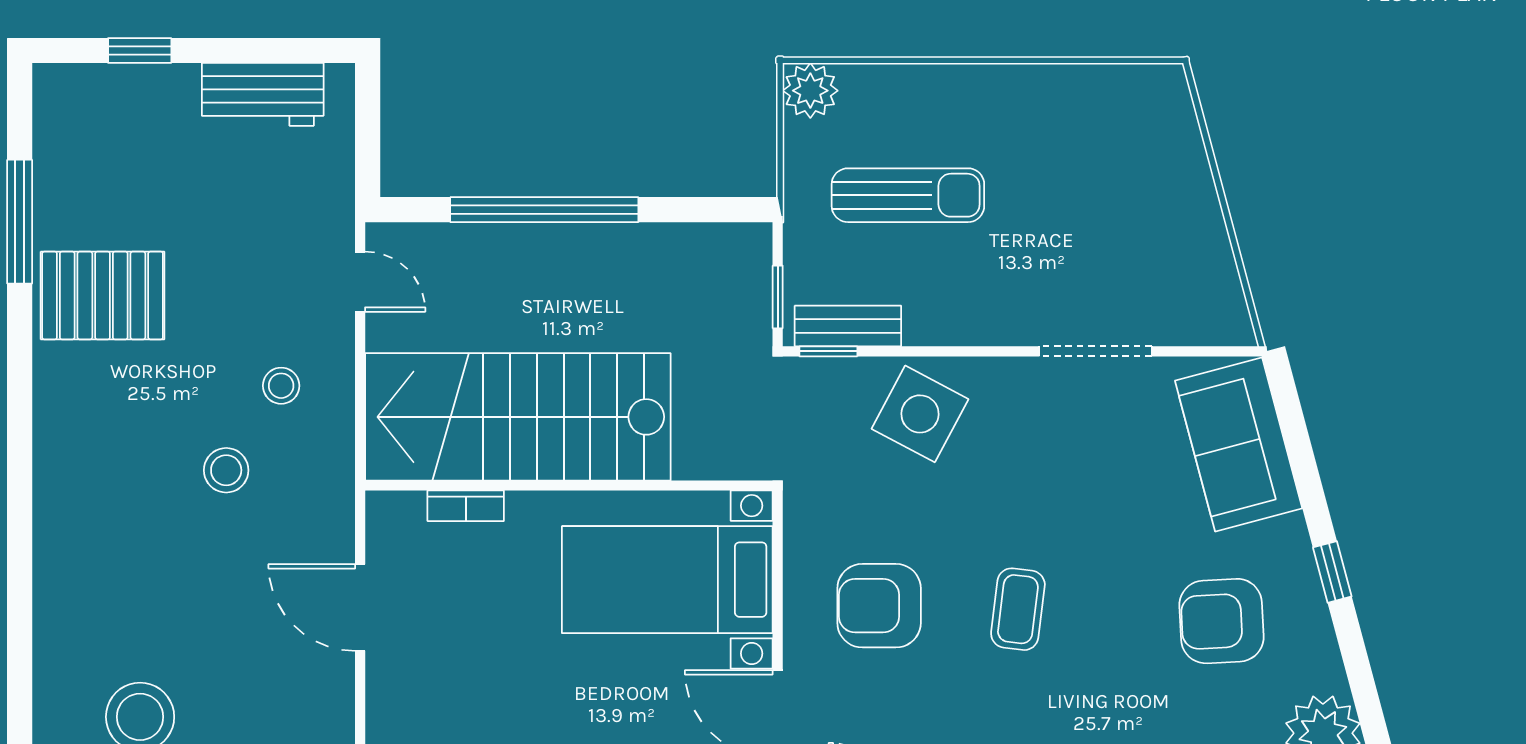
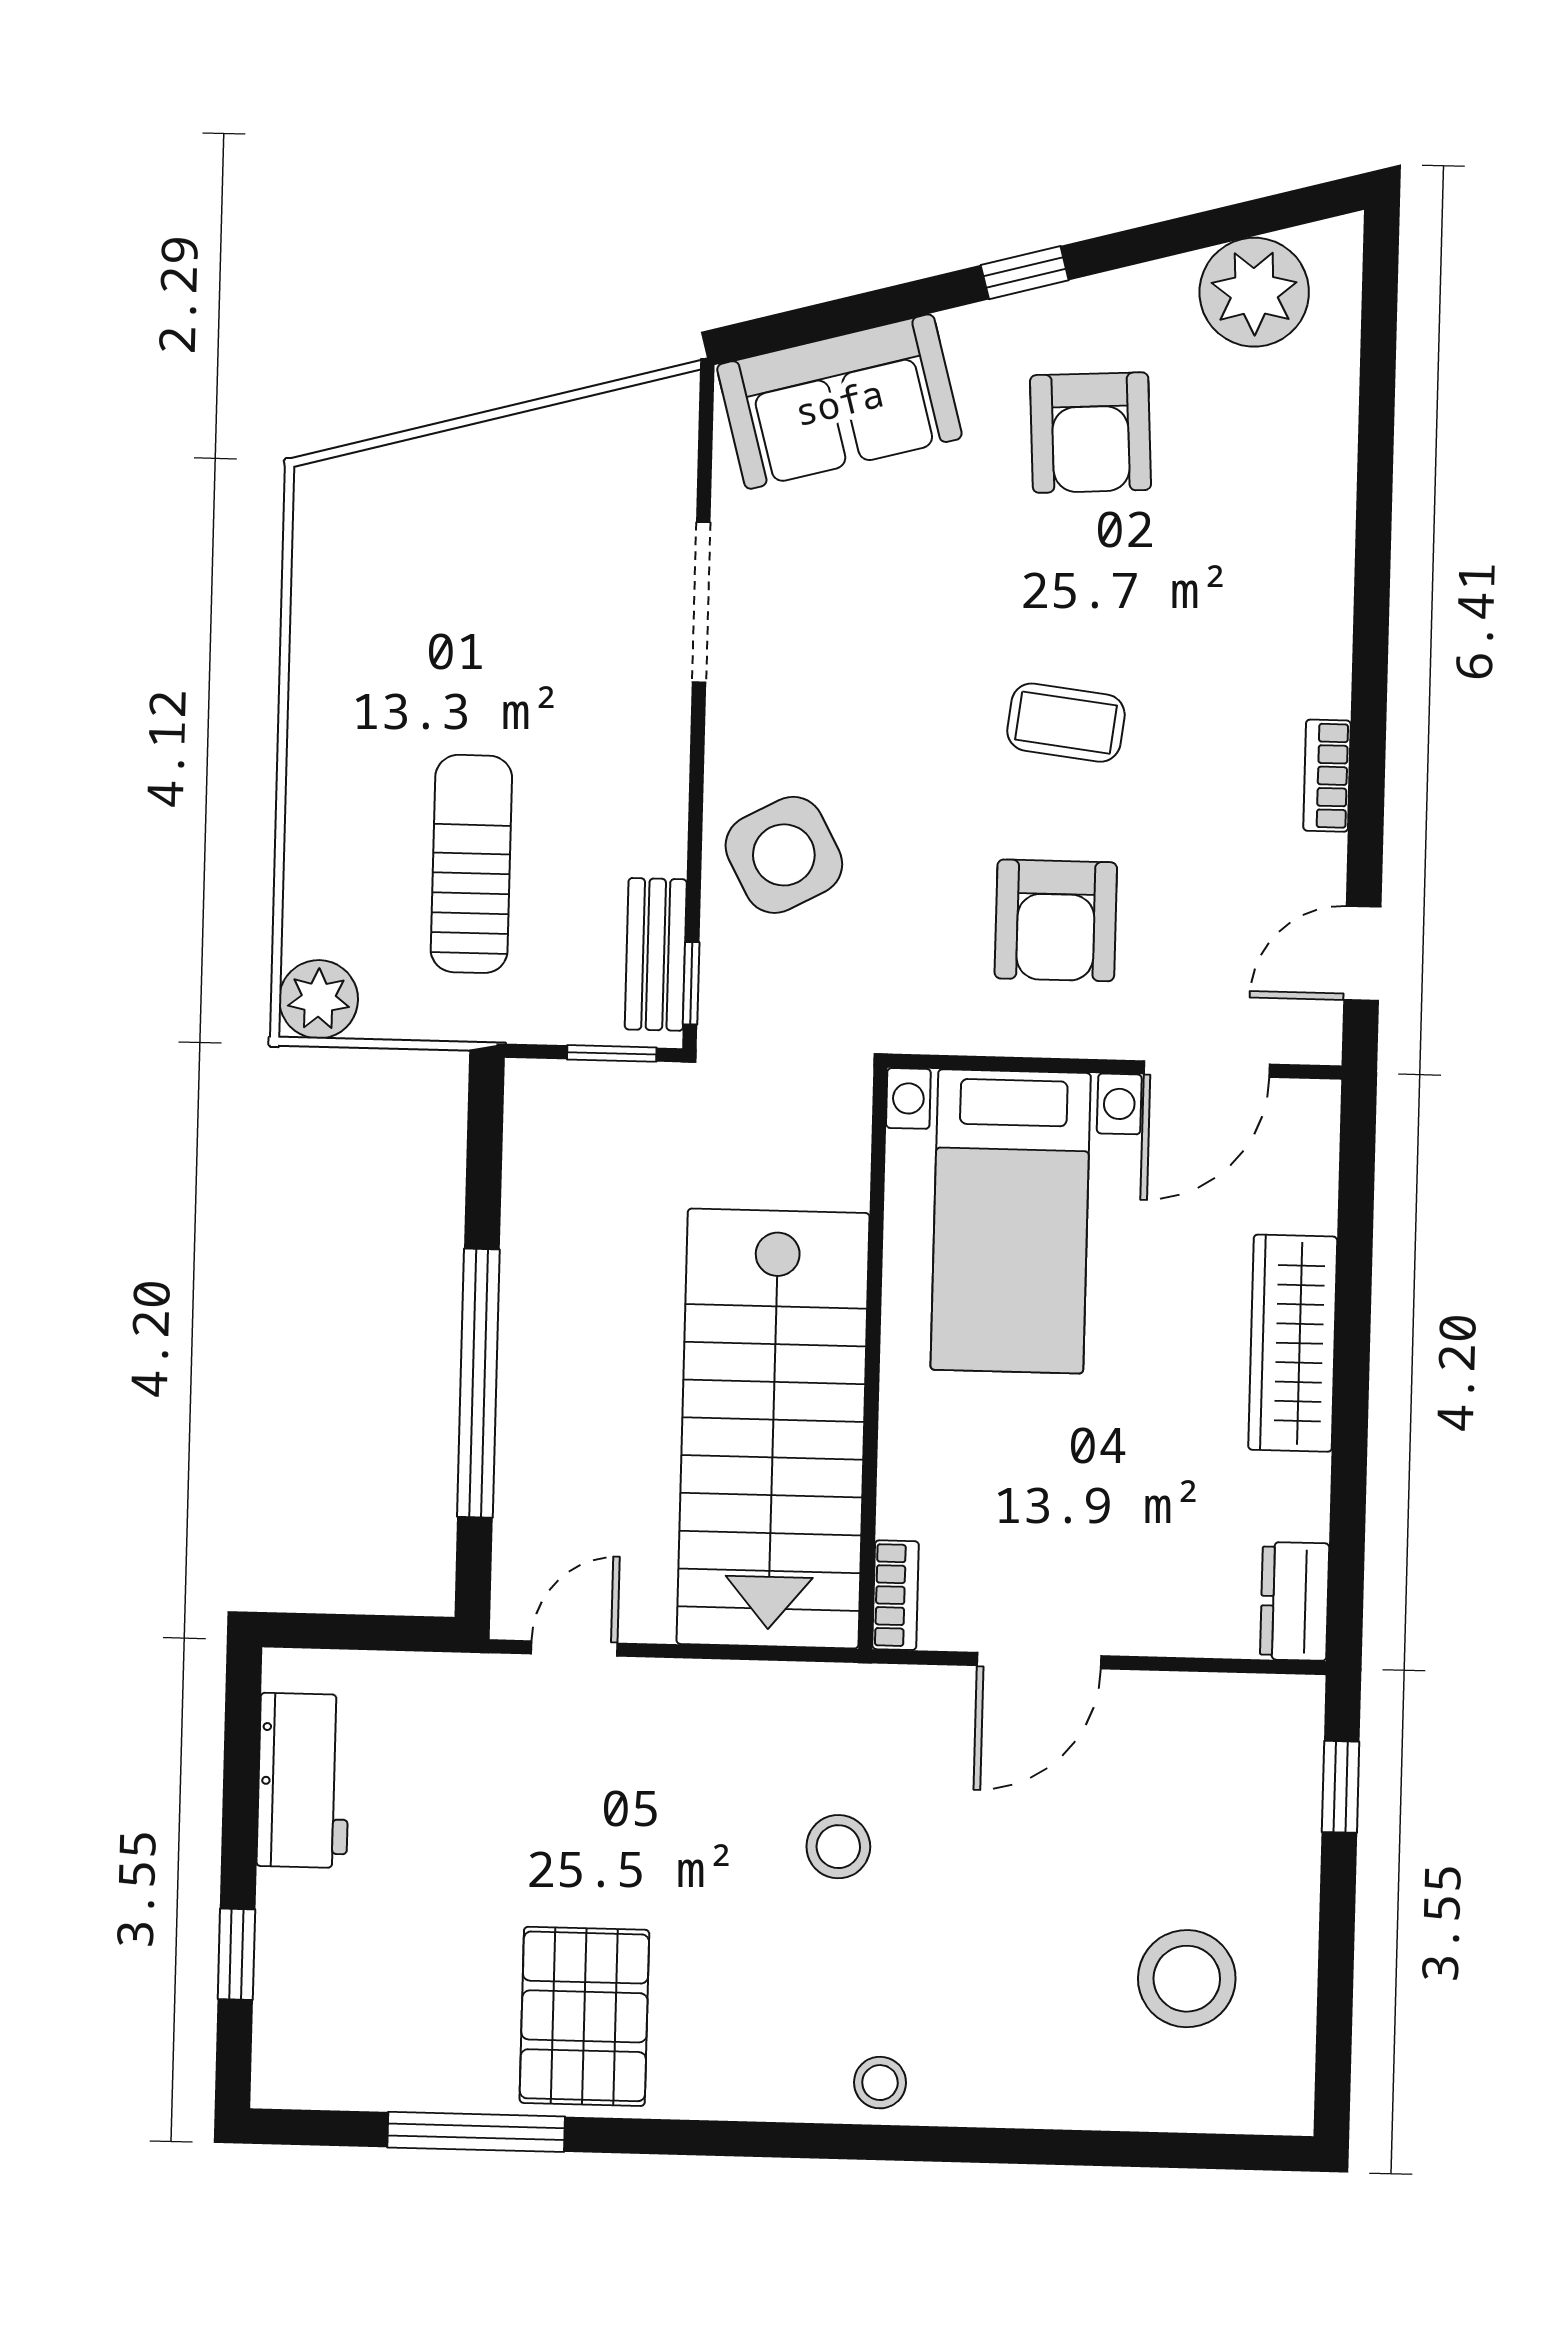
stool: (281, 386) -> (880, 2083), moved
side table: (920, 414) -> (784, 855), turned 34
bookcase: (466, 506) -> (896, 1595), moved

